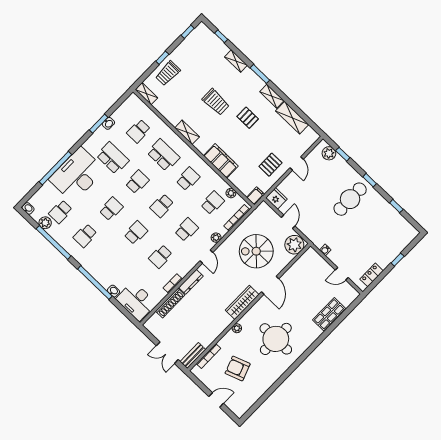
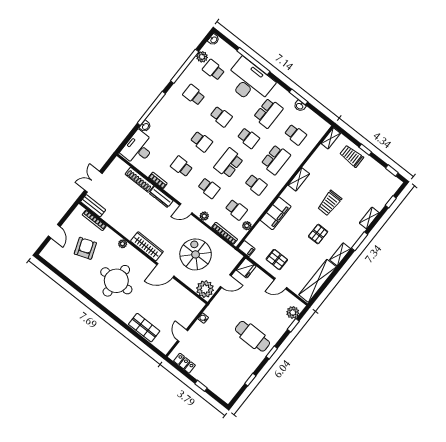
shelving: (292, 118) -> (318, 281), width x1.47
school desk: (139, 131) -> (295, 135), turned 180
school desk: (162, 206) -> (229, 163), width x1.85

